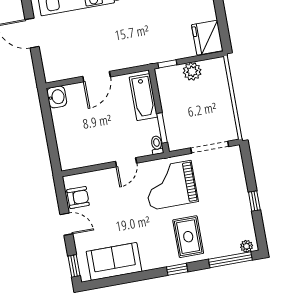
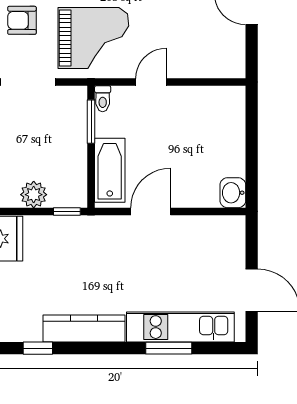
door: (97, 77) -> (151, 211), moved
armchair: (78, 198) -> (22, 20), moved

